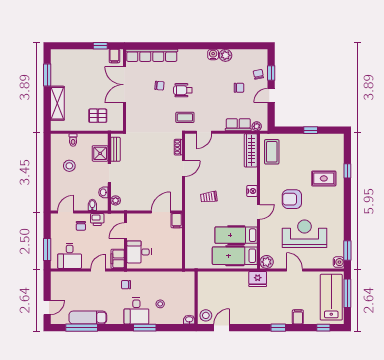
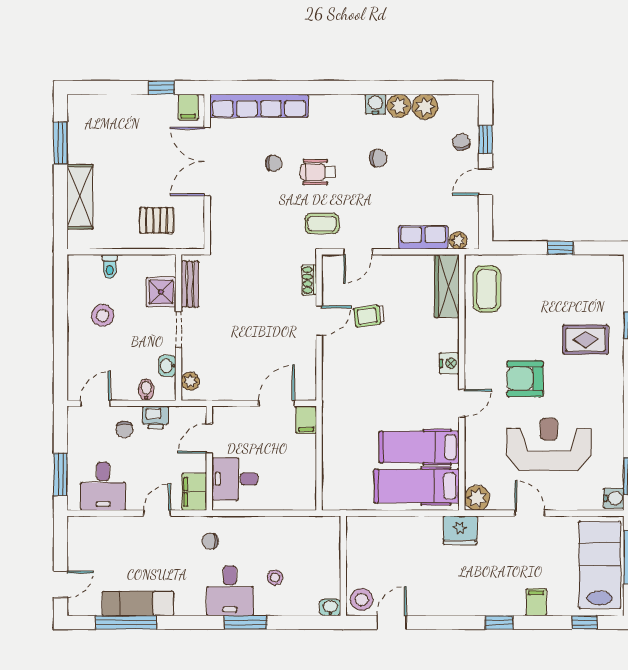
plant: (239, 56) -> (425, 107), added
chair: (239, 88) -> (378, 158), moved
trolley: (209, 197) -> (369, 316), moved

